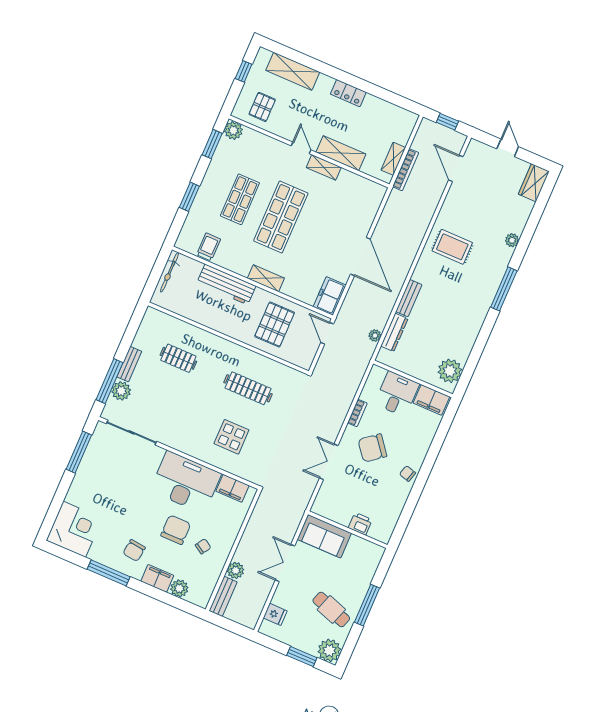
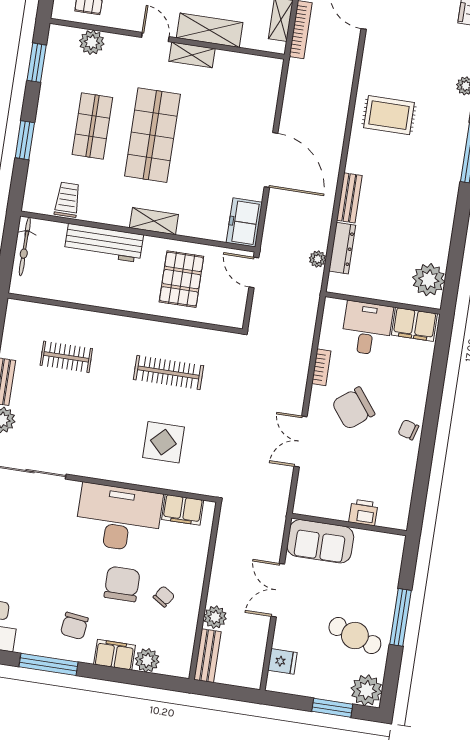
plant: (233, 130) -> (92, 42), moved

